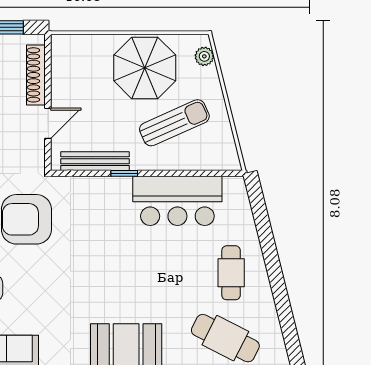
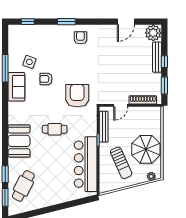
door: (48, 123) -> (121, 105), hinge flipped
bar counter: (177, 201) -> (86, 164), width x1.36
cafe table: (231, 273) -> (55, 129), moved

